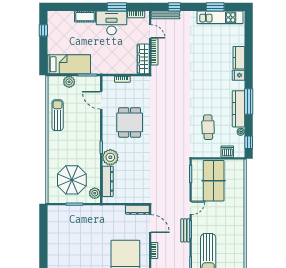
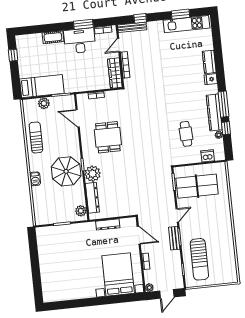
door: (150, 31) -> (119, 45), swing flipped
window: (249, 142) -> (226, 128), moved
barbecue: (52, 156) -> (35, 179), added
parasol: (72, 180) -> (66, 171), moved
table tennis table: (214, 181) -> (197, 186), turned 90
dresser: (137, 210) -> (108, 224), moved

